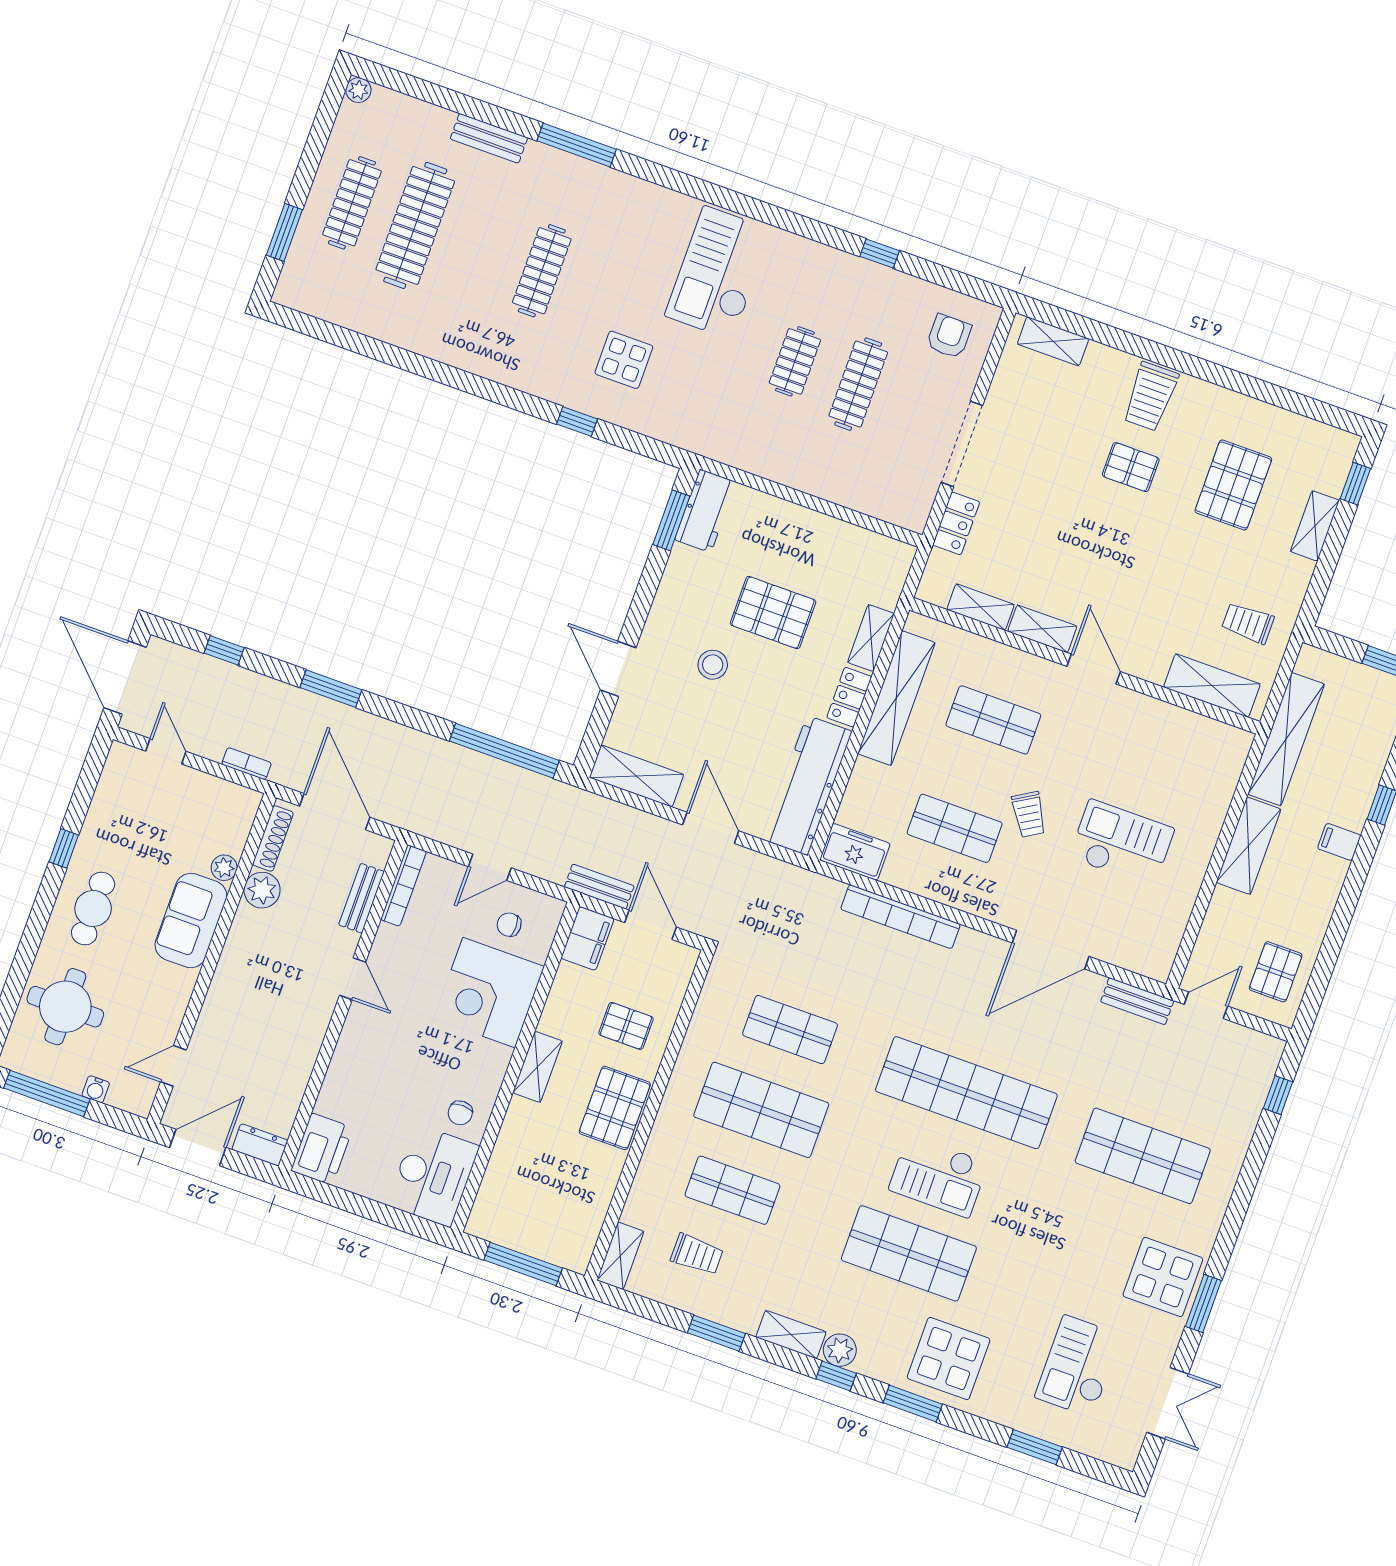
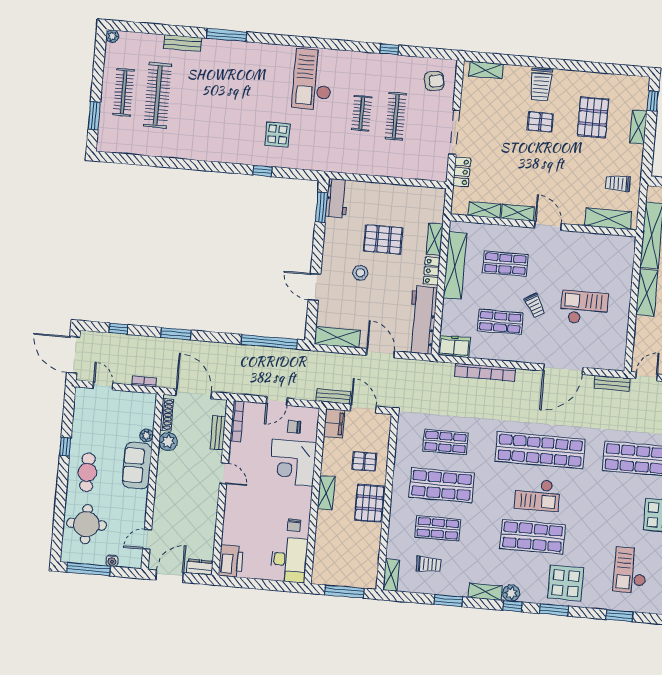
clothes rail: (542, 271) -> (226, 101), removed
armchair: (949, 336) -> (434, 81), turned 80

